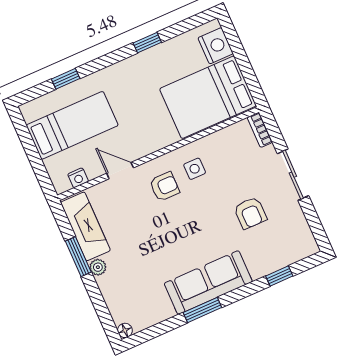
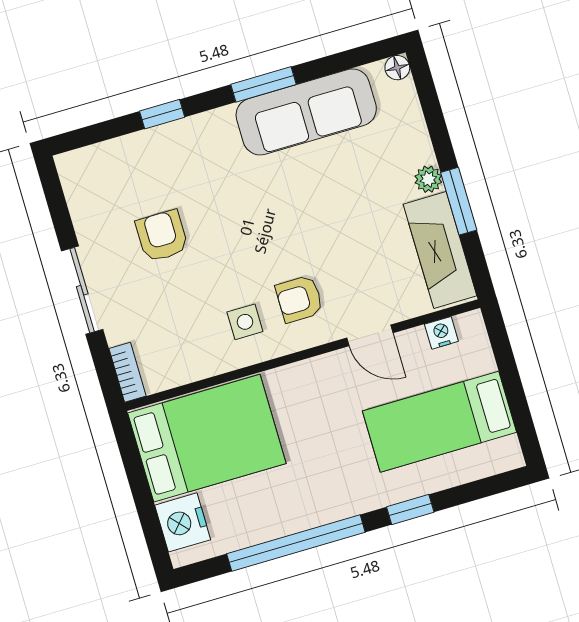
window: (147, 43) -> (296, 543), width x3.17
window: (66, 79) -> (410, 509), moved
window: (279, 276) -> (162, 114), moved
sofa: (208, 282) -> (306, 112), moved

